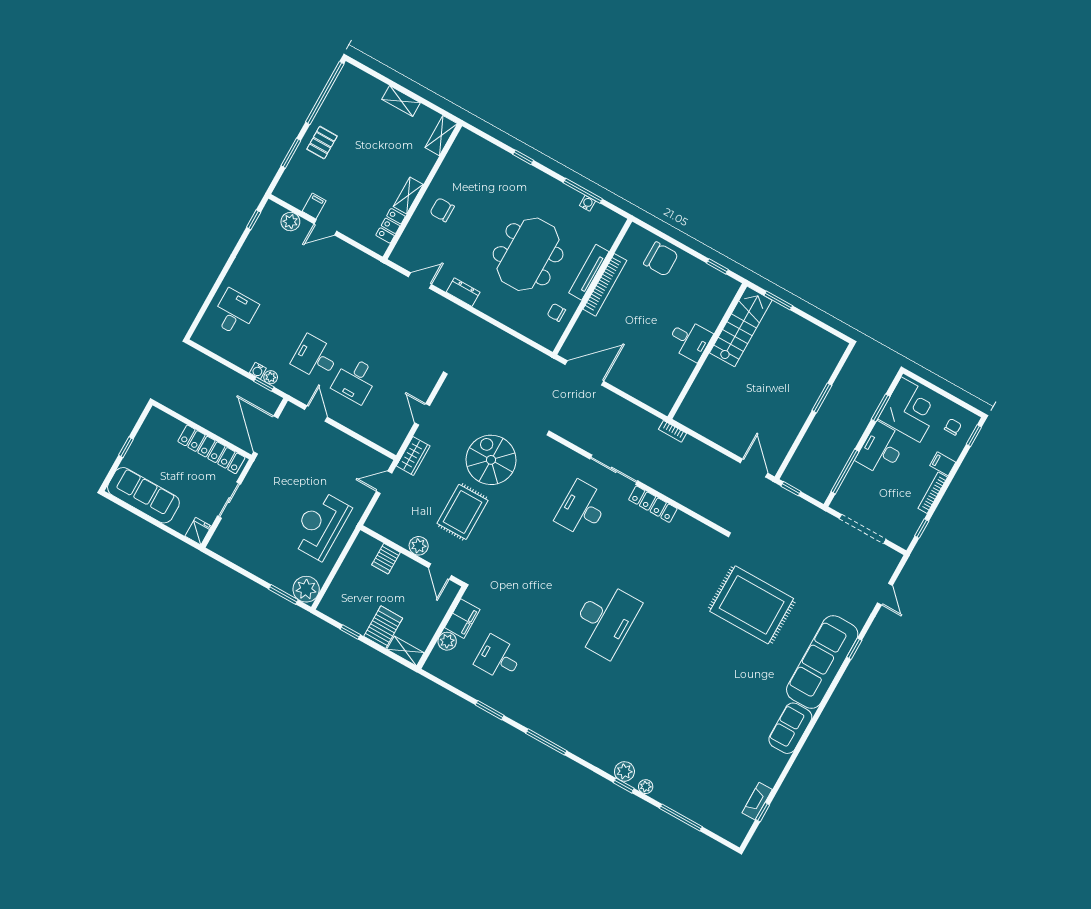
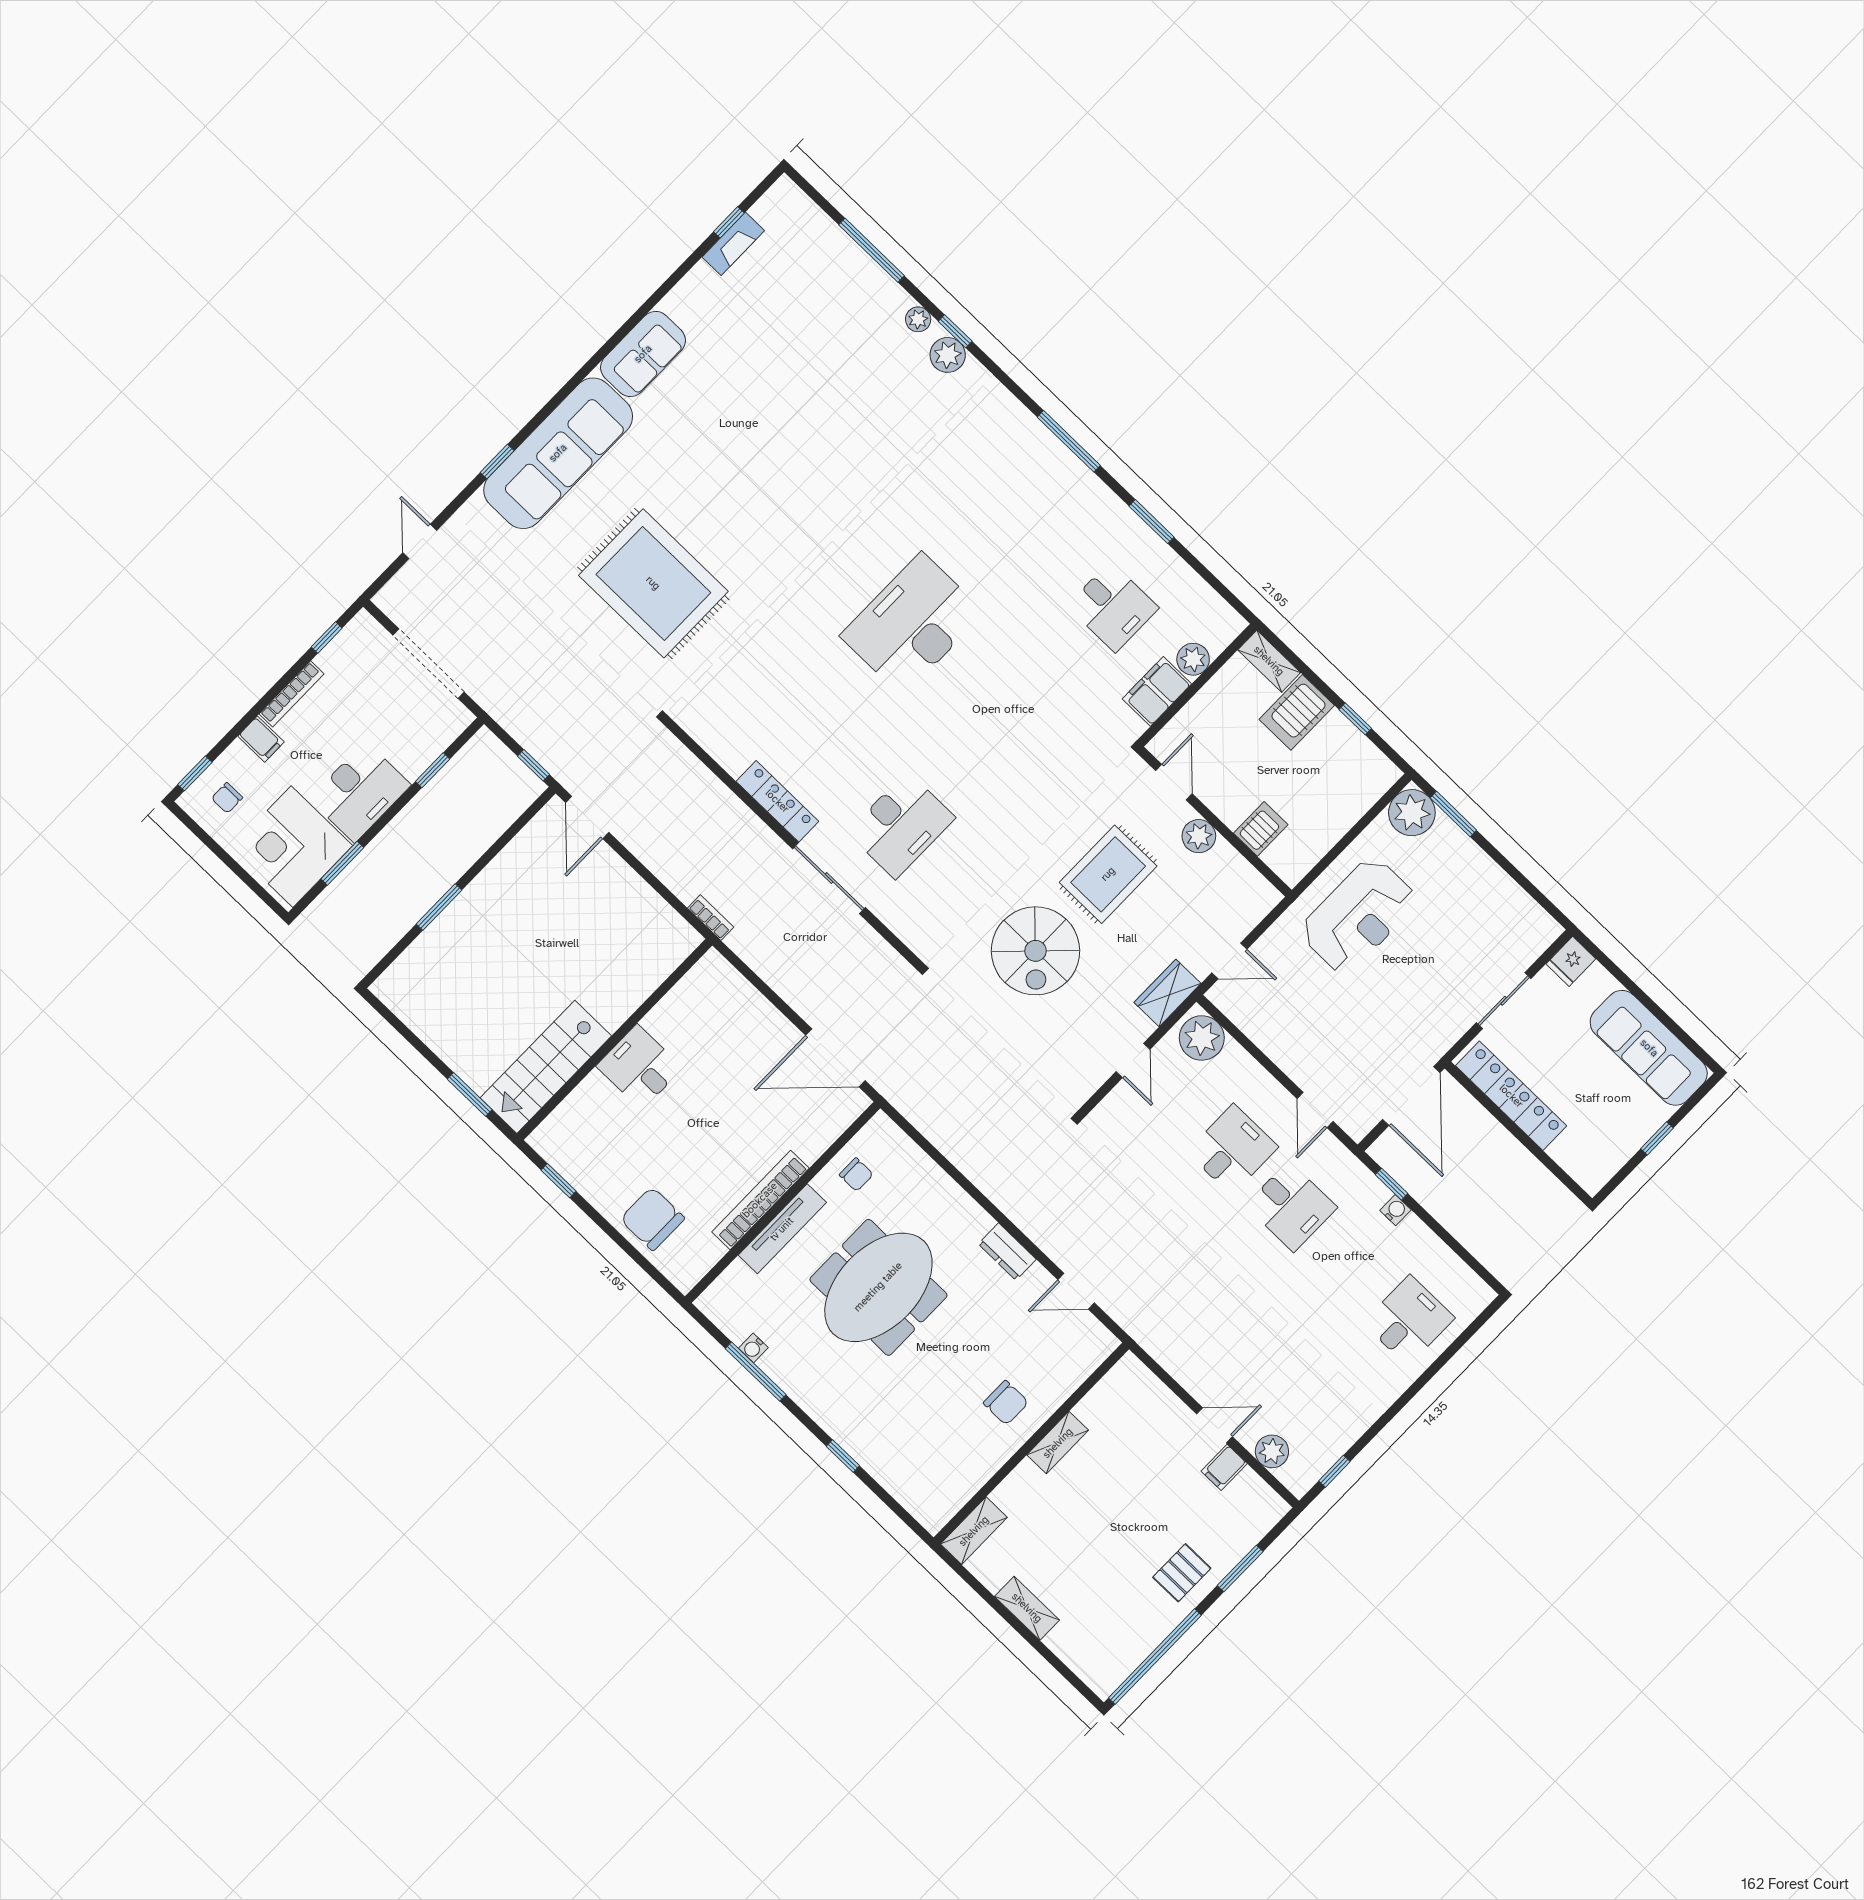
locker: (391, 226) -> (1102, 1399), removed
desk: (235, 313) -> (1409, 1320), turned 180
plant: (271, 377) -> (1202, 1038), moved, width x1.88, depth x1.88
window: (845, 471) -> (433, 770), width x0.46

